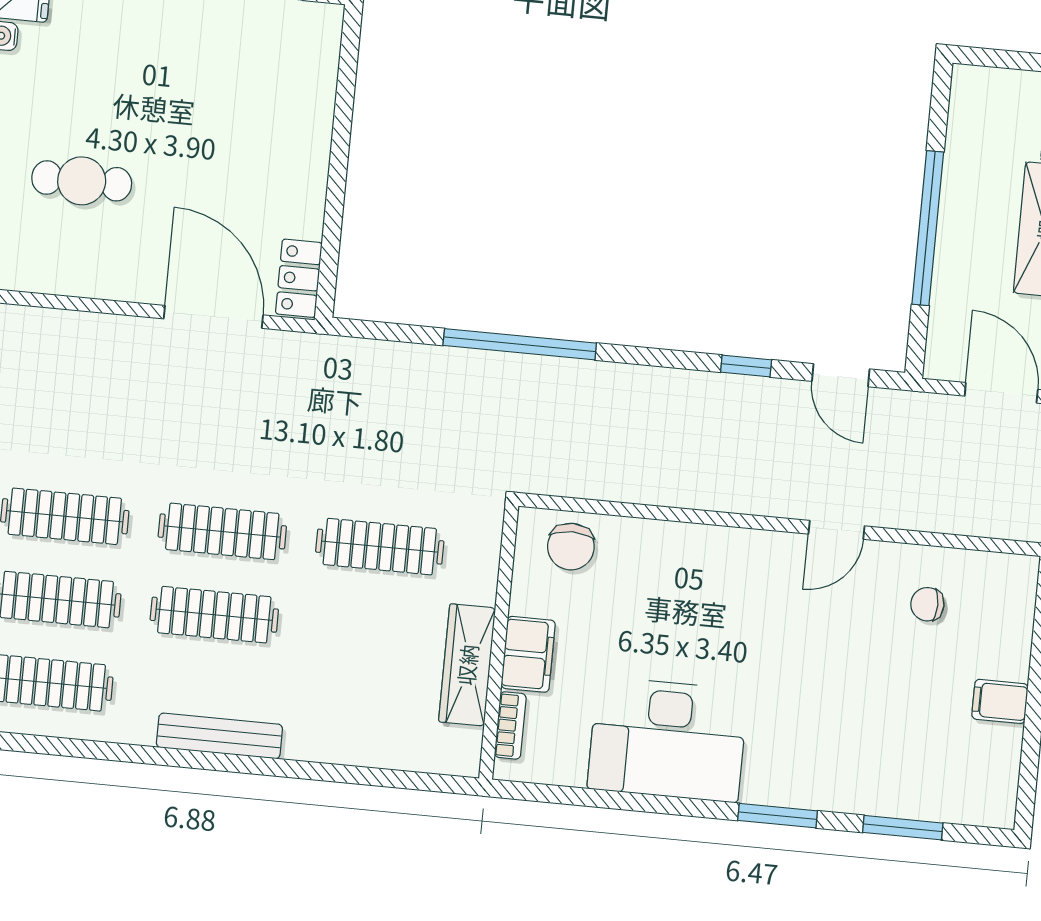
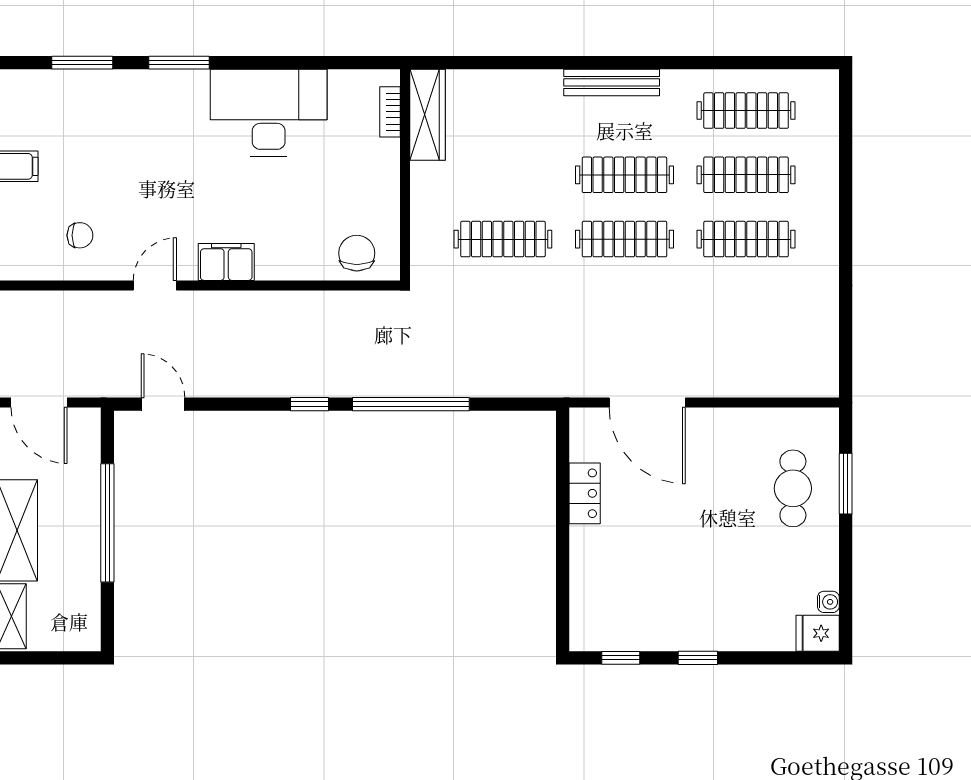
cafe table: (82, 181) -> (793, 488), moved, turned 90
locker: (299, 278) -> (585, 493), moved
window: (746, 366) -> (310, 404), moved
filing cabinet: (528, 654) -> (226, 262), moved, turned 90
wardrobe: (467, 665) -> (427, 115), moved

